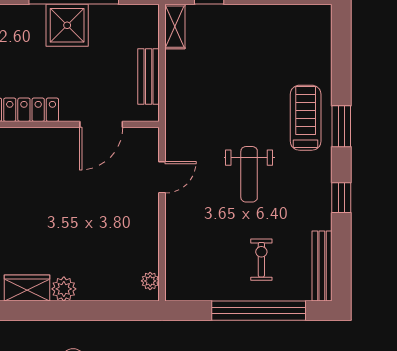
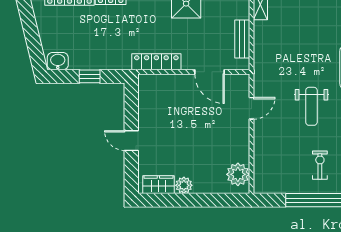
door: (101, 124) -> (210, 72), hinge flipped
plant: (150, 281) -> (238, 174), width x1.87, depth x1.87

